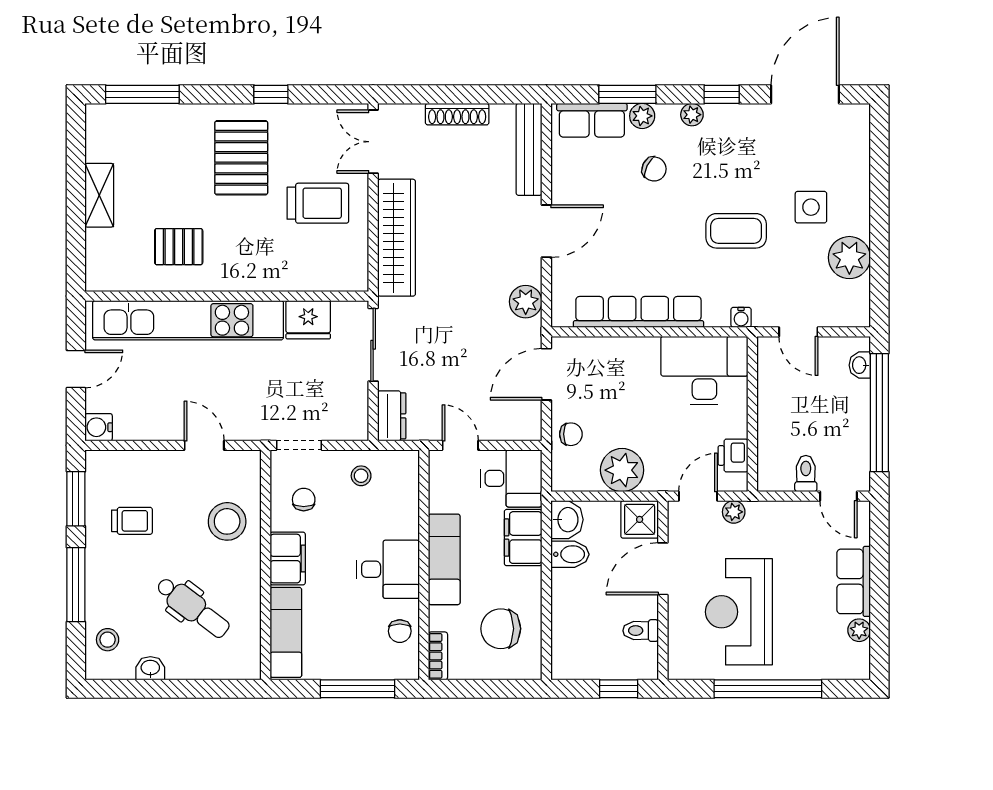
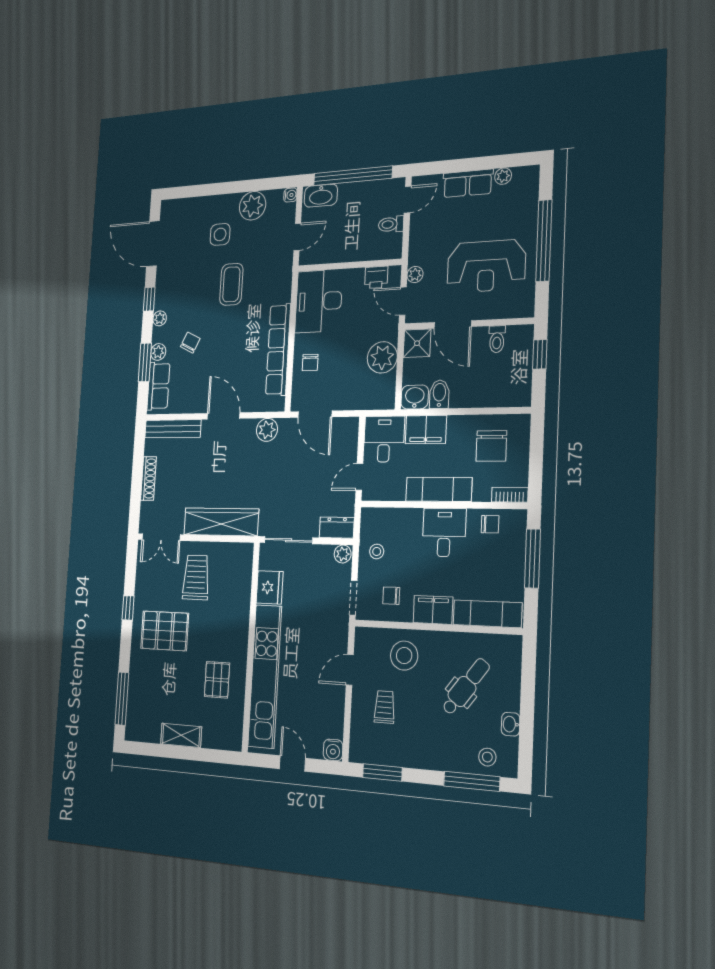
water cooler: (741, 317) -> (290, 195), moved
washbasin: (860, 365) -> (321, 196), width x1.91, depth x1.45
plant: (356, 427) -> (343, 554), added
chair: (571, 434) -> (310, 362), moved, turned 180
trolley: (132, 521) -> (385, 707), moved
window: (76, 585) -> (472, 781), moved

